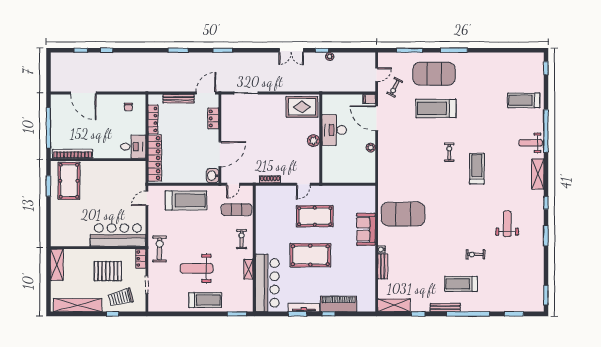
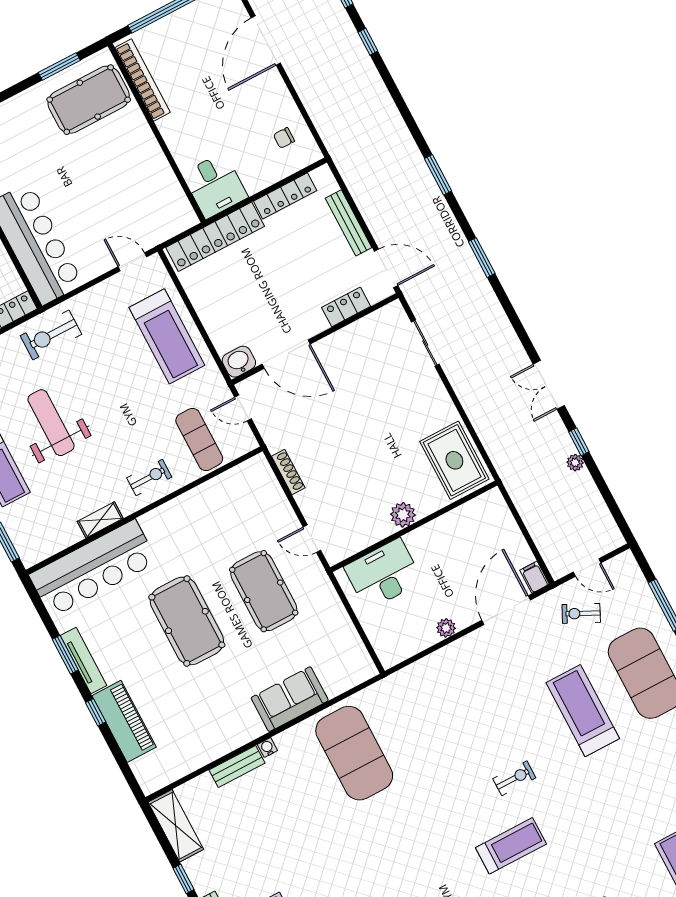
desk: (334, 130) -> (383, 574), moved
exercise bike: (160, 249) -> (51, 335), turned 180

